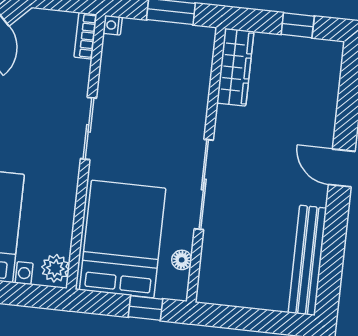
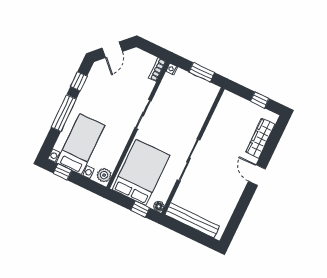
wardrobe: (235, 67) -> (260, 138), moved, turned 180
floor lamp: (182, 260) -> (159, 206), moved
bench: (307, 260) -> (192, 220), moved, turned 90

